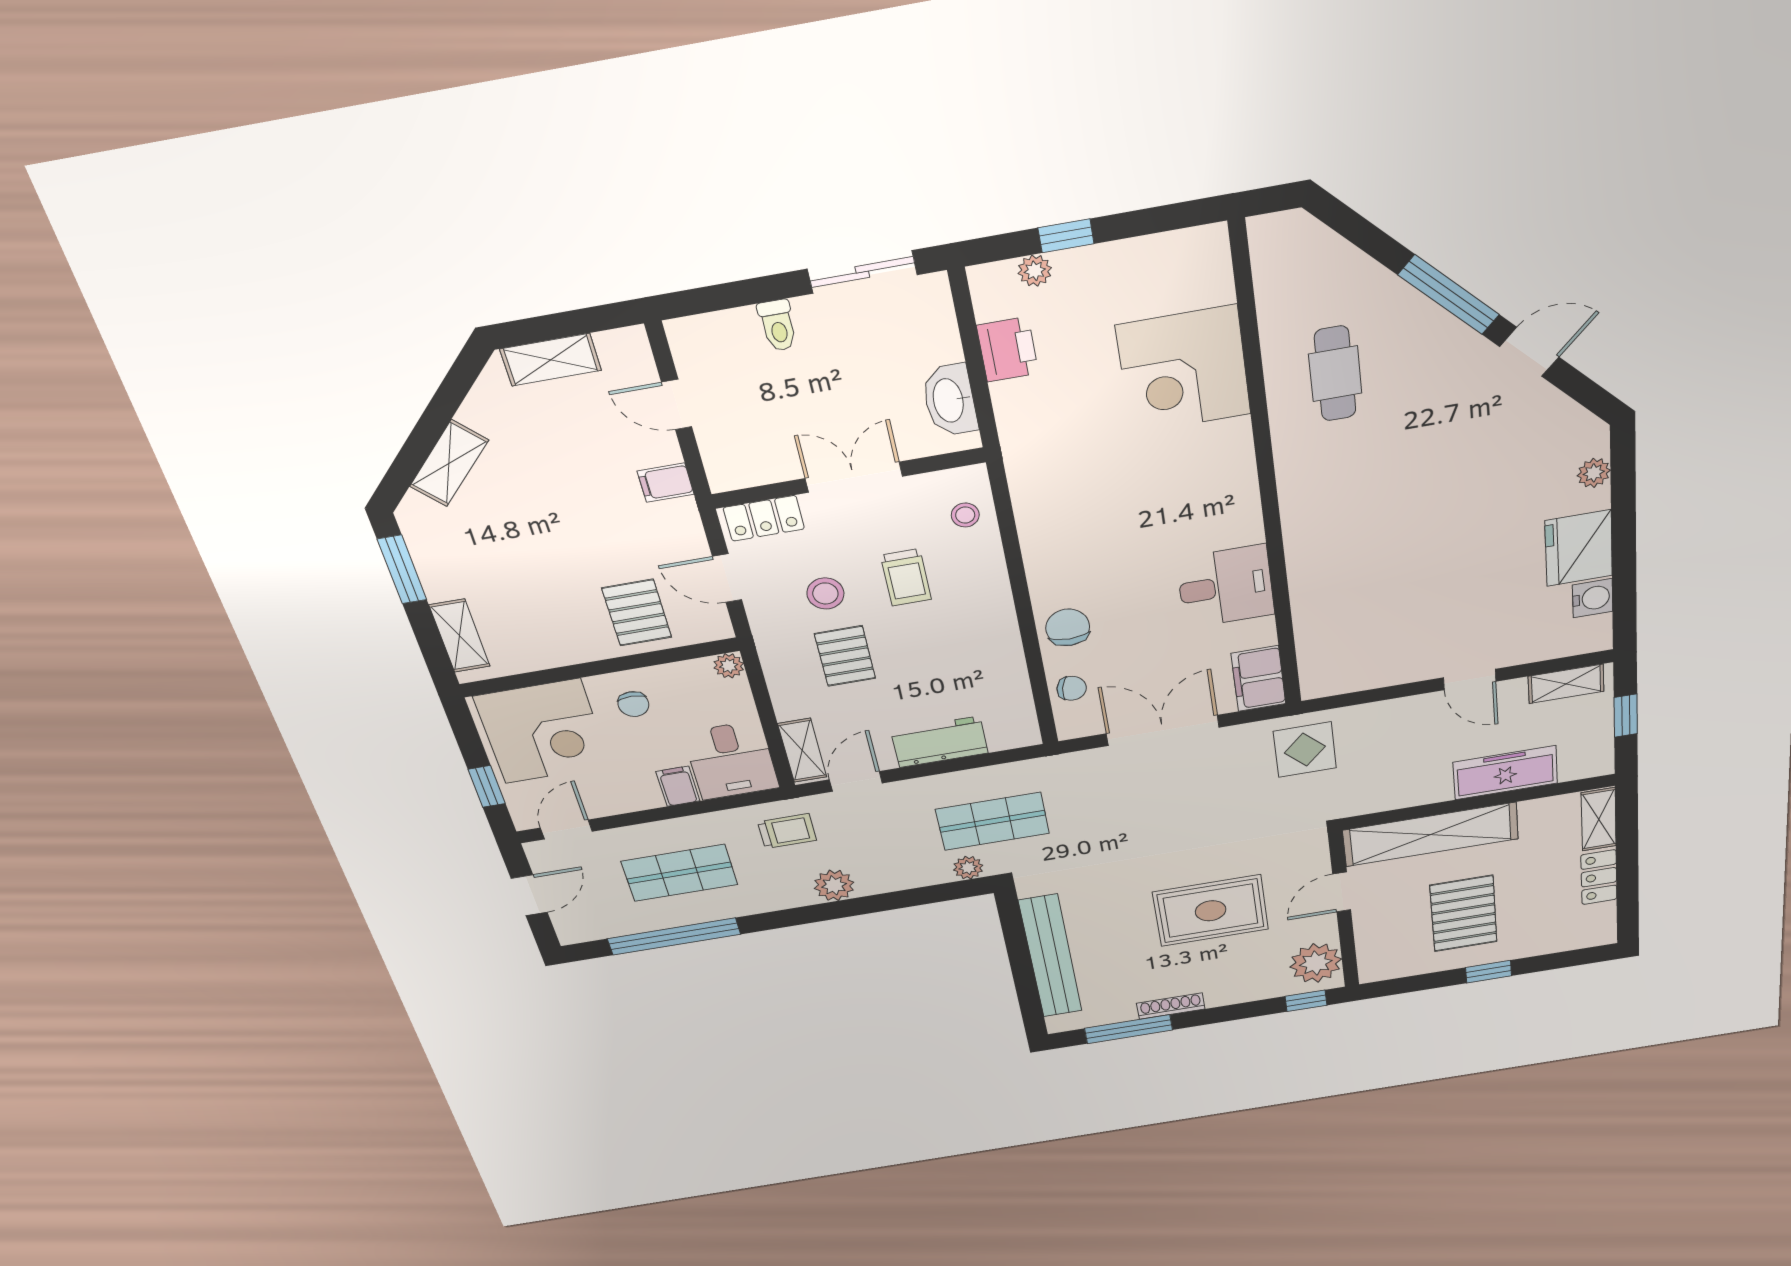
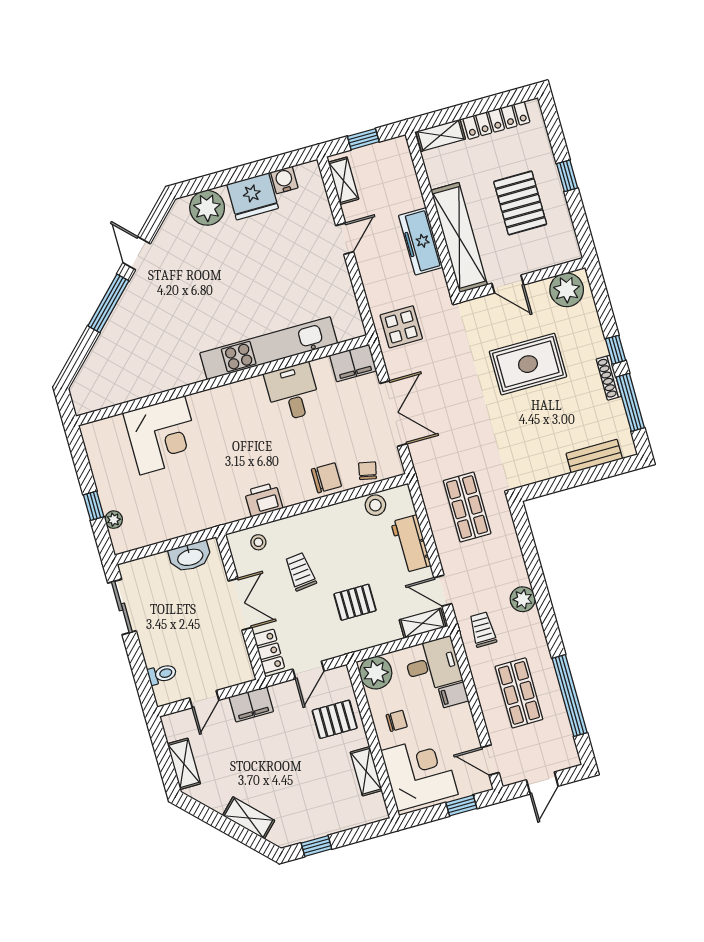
toilet: (778, 325) -> (162, 674), moved
printer: (1008, 349) -> (263, 500), moved
cafe table: (1335, 374) -> (158, 354), removed
plant: (1594, 473) -> (207, 208), width x1.88, depth x1.88
double door: (854, 477) -> (240, 604), swing flipped
filing cabinet: (666, 483) -> (251, 704), width x2.00
kitchen unit: (1309, 555) -> (269, 348), added
window: (402, 570) -> (316, 846), width x0.67
trolley: (906, 577) -> (300, 572), turned -96
stool: (825, 593) -> (375, 505), moved
chair: (1068, 627) -> (326, 478), turned 180
shelving: (460, 636) -> (366, 771), moved, turned 90
plant: (729, 666) -> (376, 673), width x1.88, depth x1.88
double door: (1163, 730) -> (393, 414), swing flipped
freezer: (1505, 773) -> (421, 241), moved
plant: (968, 868) -> (504, 519), removed
locker: (1599, 877) -> (496, 120), width x1.53
door: (529, 895) -> (542, 783), swing flipped
rug: (1211, 911) -> (528, 364), turned 90
pallet: (1464, 914) -> (520, 203), turned 90
bench: (1050, 956) -> (594, 456), width x0.54, depth x0.82
window: (1306, 1001) -> (616, 350), moved

